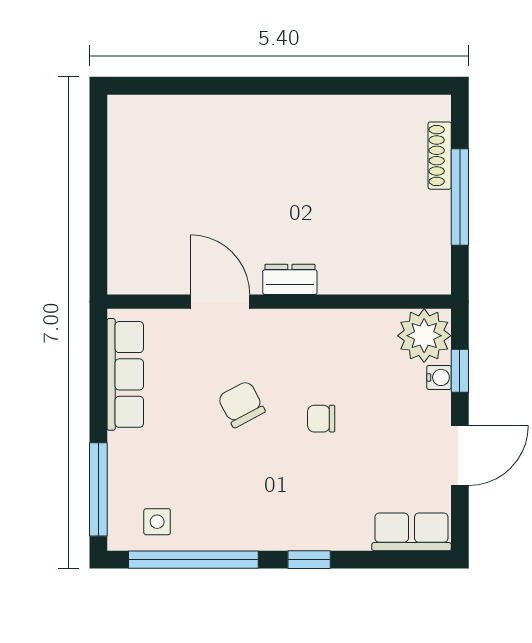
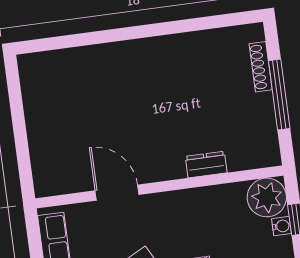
dresser: (290, 279) -> (206, 164), moved

